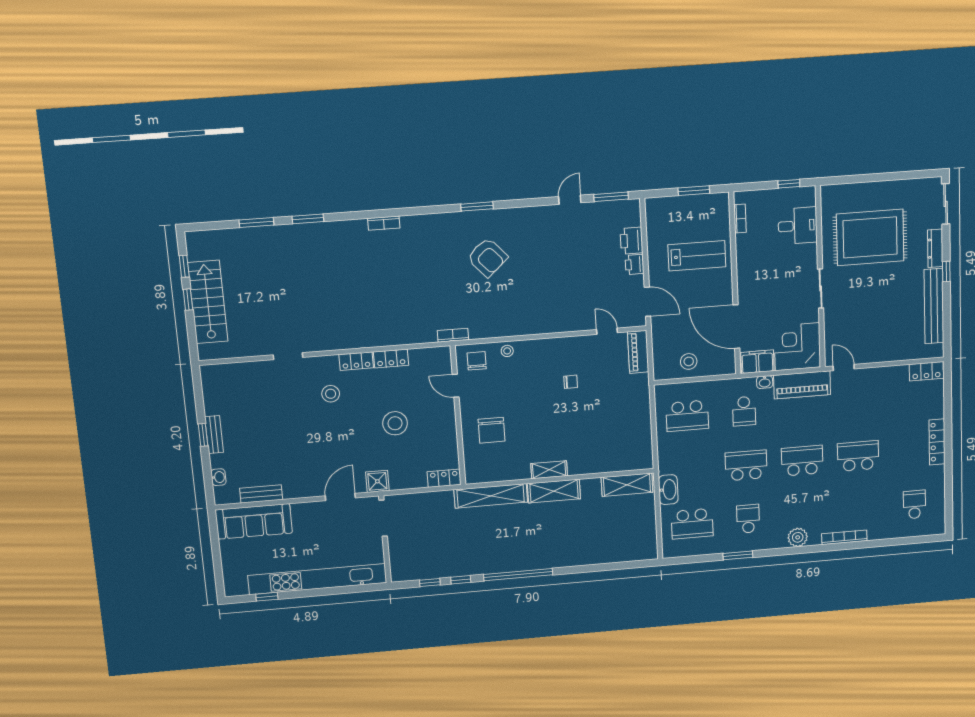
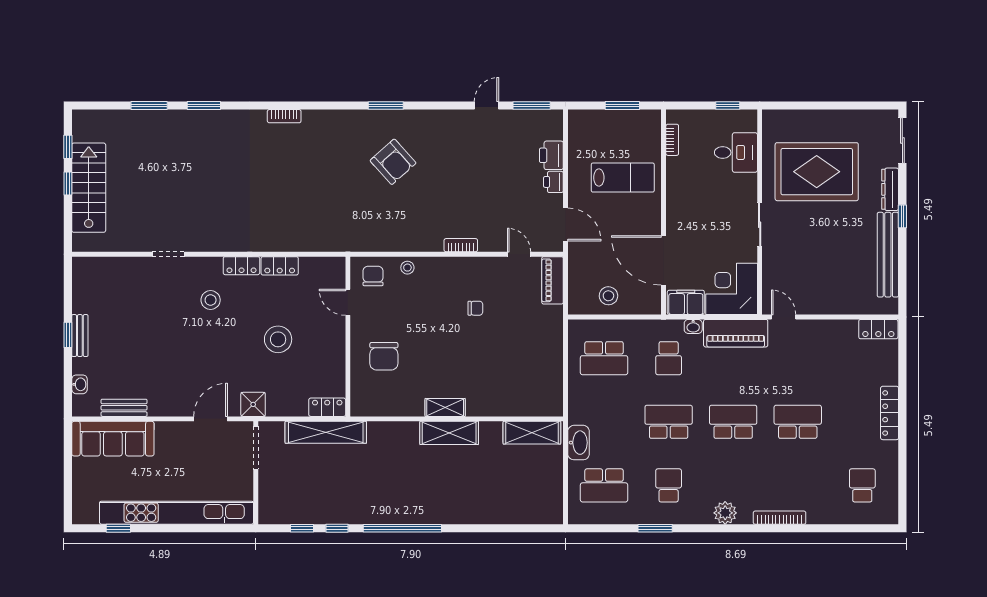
bookcase: (453, 335) -> (461, 245), moved
shelving: (491, 496) -> (326, 432), moved

